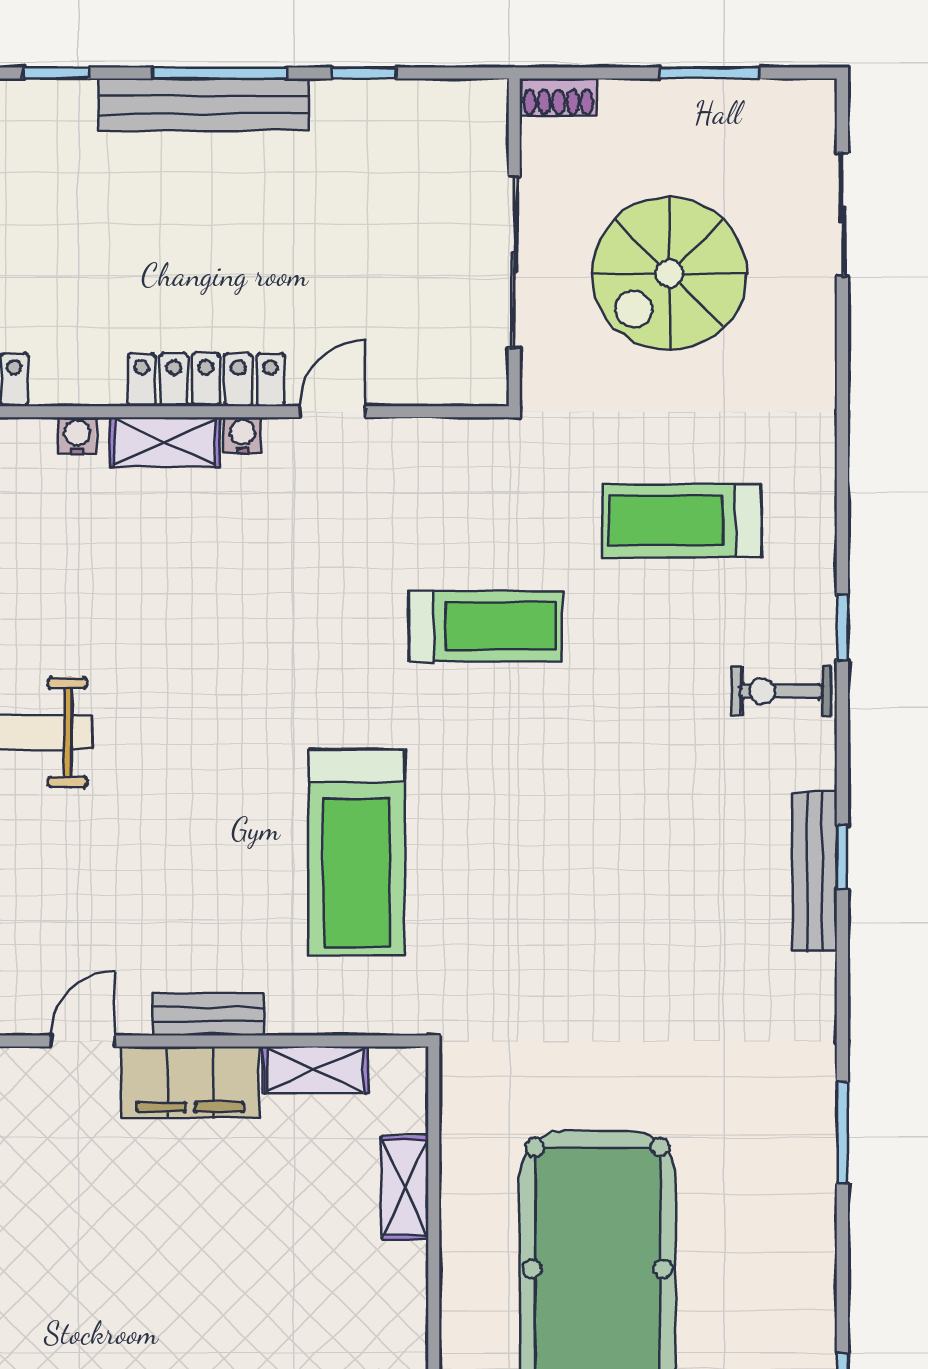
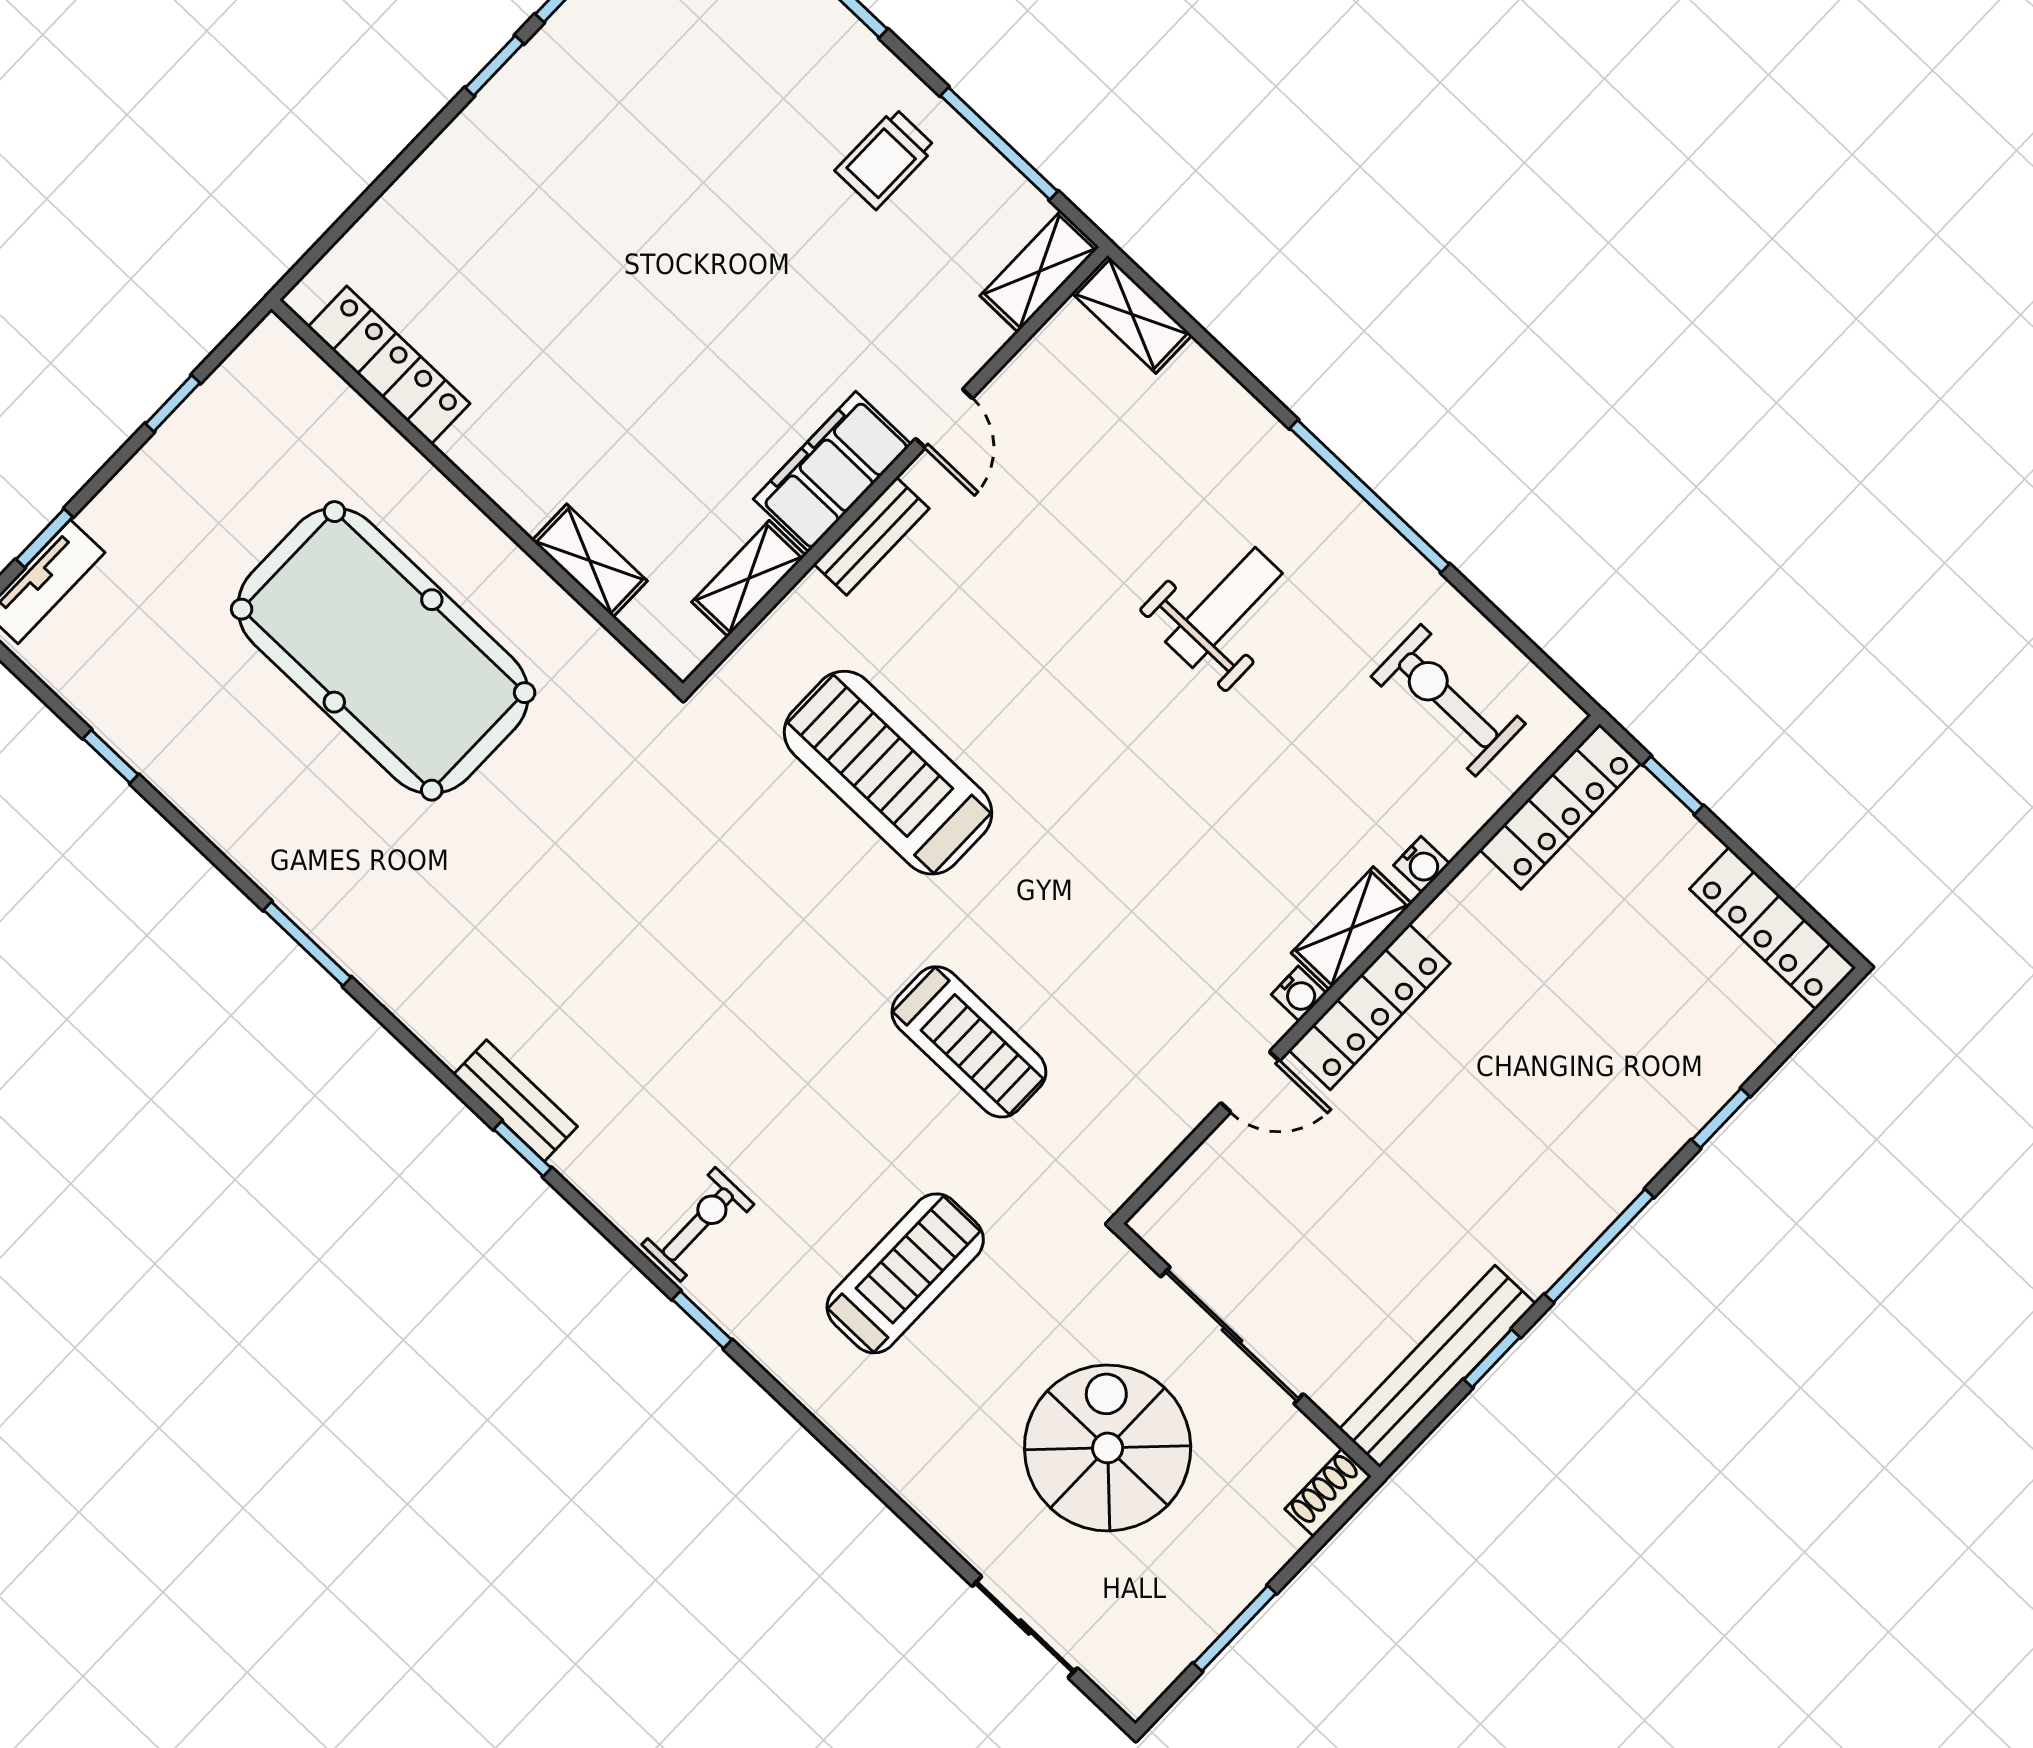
bench: (204, 104) -> (1437, 1366), moved
door: (333, 412) -> (1250, 1082), hinge flipped
treadmill: (486, 626) -> (969, 1042), turned -90
bench: (815, 871) -> (515, 1101), width x0.73

